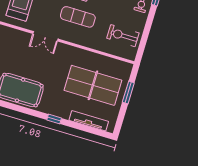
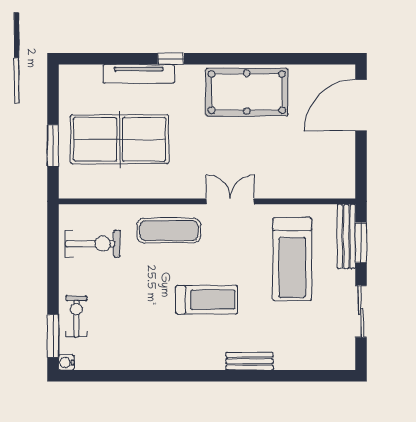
exercise mat: (78, 17) -> (169, 231), moved
tv unit: (89, 121) -> (139, 74), moved

